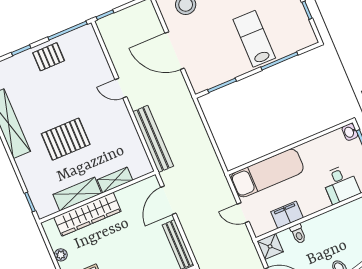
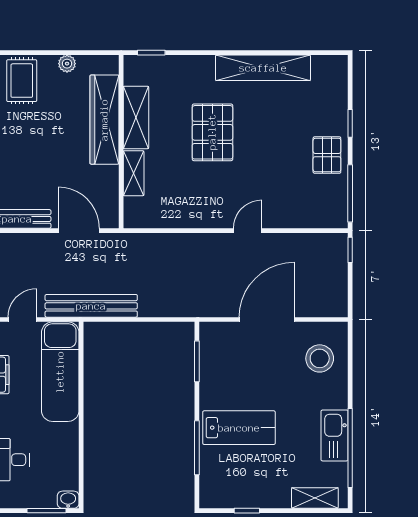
bench: (153, 139) -> (91, 306), moved

